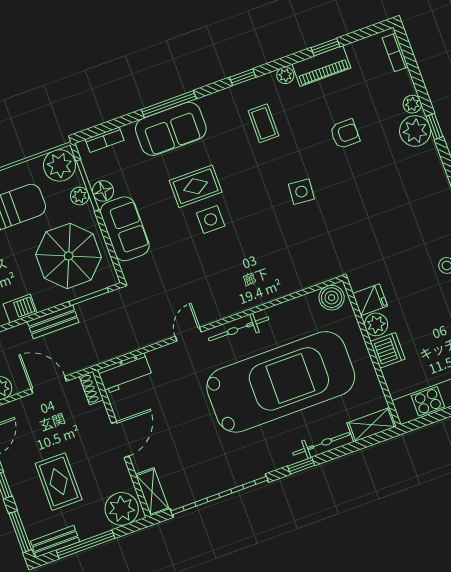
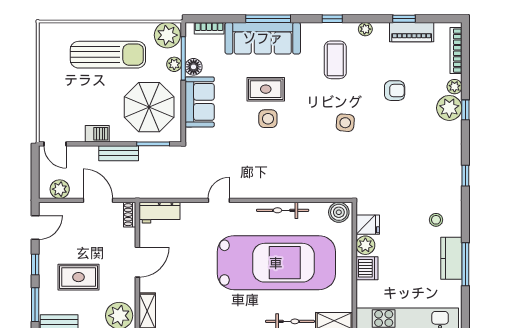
bookcase: (395, 52) -> (456, 51), width x1.56
piano: (321, 66) -> (412, 32), moved
coffee table: (263, 123) -> (335, 60), width x1.36, depth x1.30
sofa: (171, 129) -> (263, 38), width x1.36
bicycle: (239, 329) -> (283, 210), moved
rug: (59, 482) -> (79, 277), turned 90

